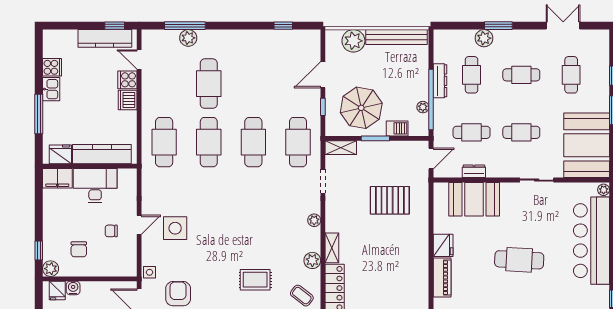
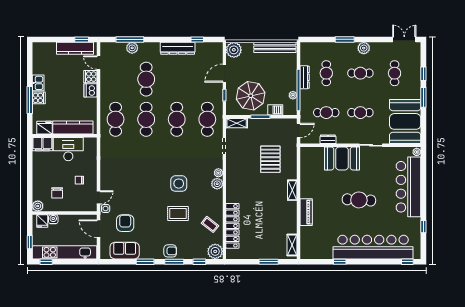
double door: (563, 26) -> (404, 39), moved
plant: (484, 38) -> (364, 48), moved
dresser: (255, 39) -> (178, 48), added
plant: (353, 41) -> (234, 50), moved
cooker: (52, 67) -> (39, 98), moved
booth: (474, 199) -> (342, 158), moved
pallet: (390, 200) -> (270, 159), turned 90
door: (139, 225) -> (98, 197), moved
side table: (175, 228) -> (179, 184), moved
fridge: (443, 245) -> (307, 190), removed
shelving: (332, 248) -> (292, 190), moved
window: (39, 251) -> (30, 194), removed
plant: (312, 260) -> (217, 184), moved

